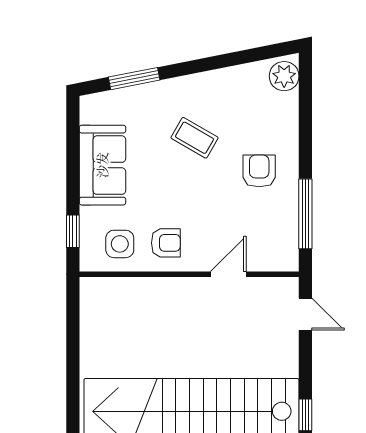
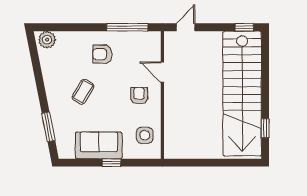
window: (73, 231) -> (111, 163), moved
armchair: (166, 243) -> (139, 96), moved

